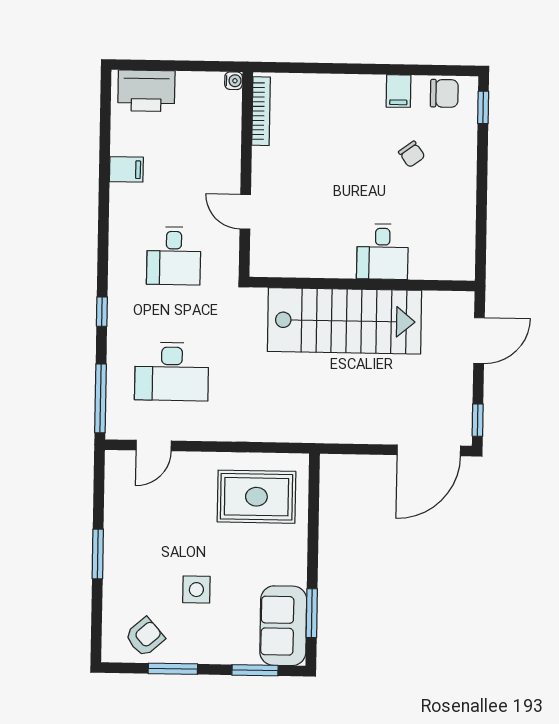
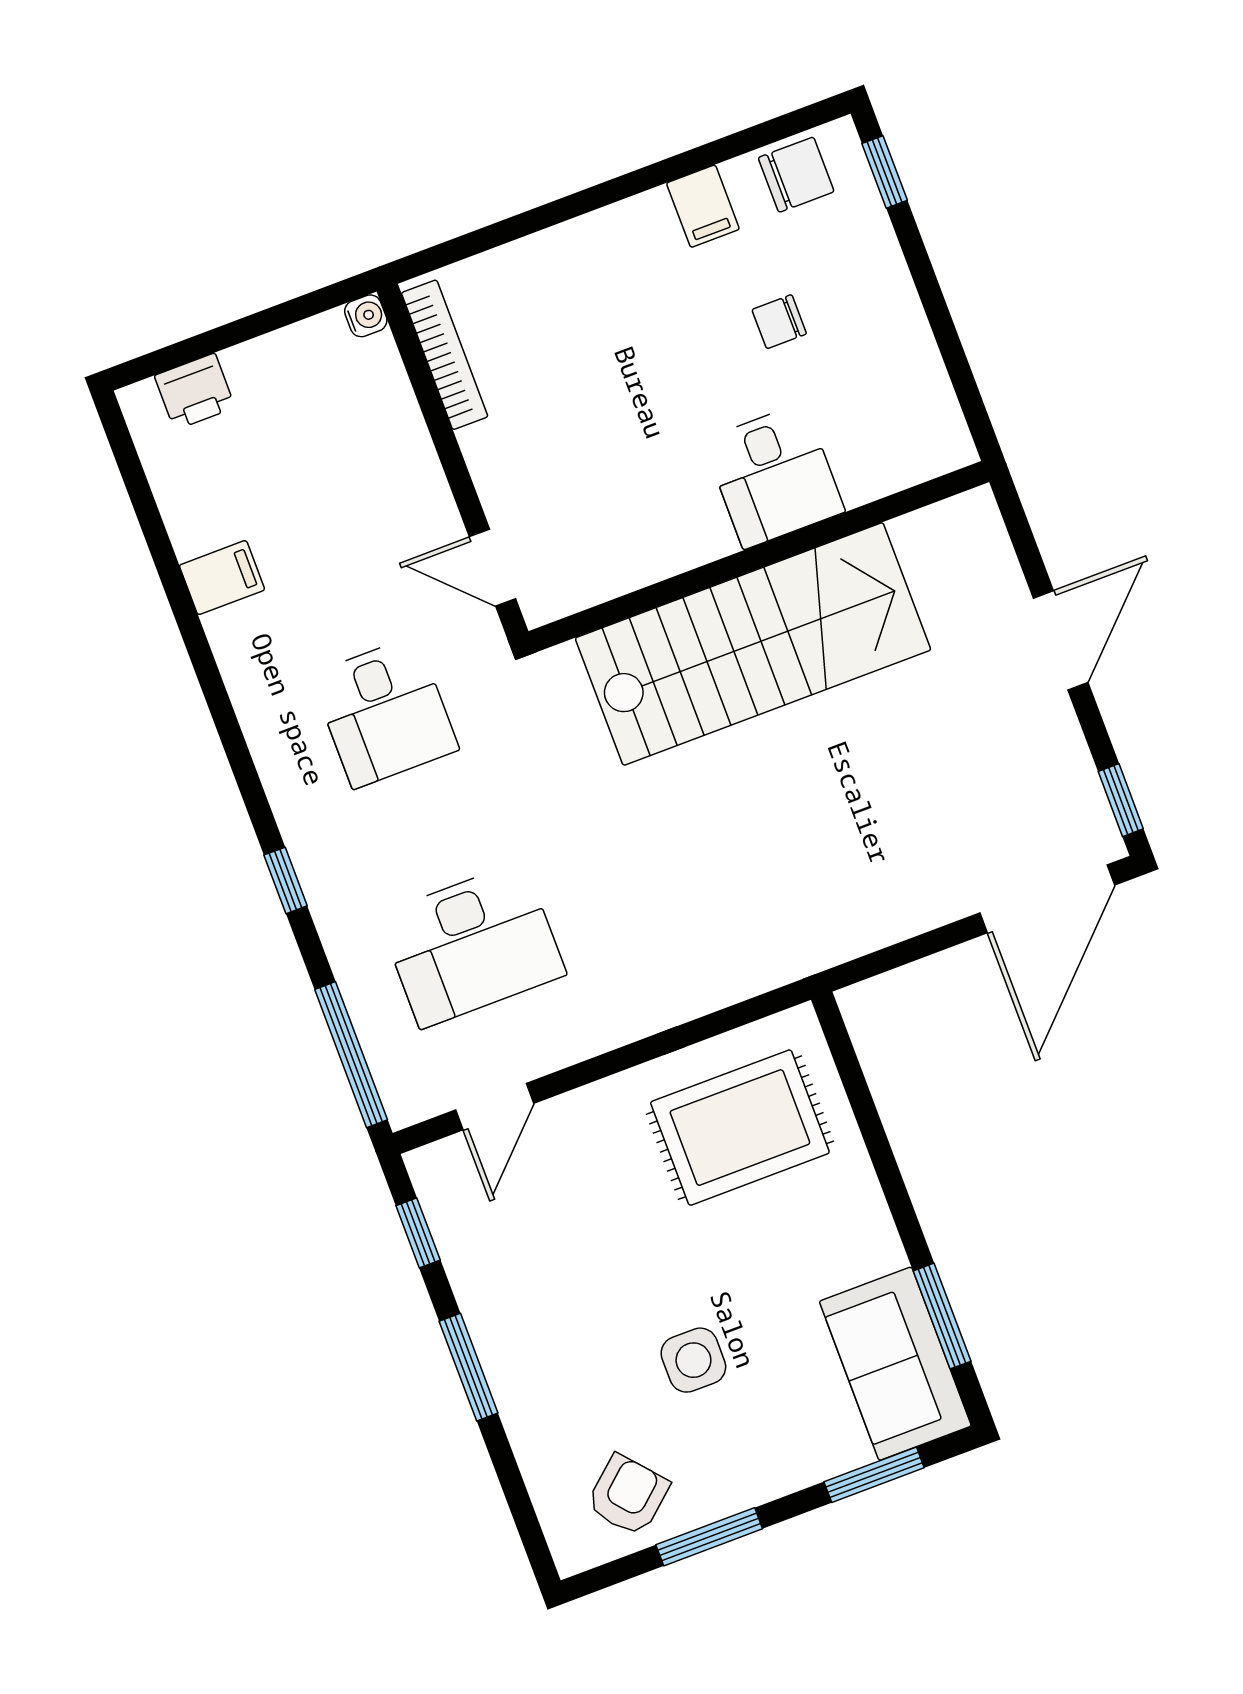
printer: (146, 91) -> (195, 392), width x0.53, depth x0.68
chair: (412, 154) -> (779, 322), turned 126
desk: (382, 252) -> (774, 476), moved
wall: (362, 284) -> (759, 557), moved
stairs: (345, 321) -> (753, 644), moved
window: (99, 487) -> (418, 1233), added

